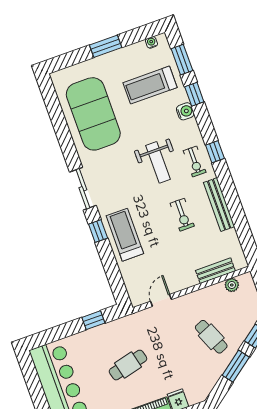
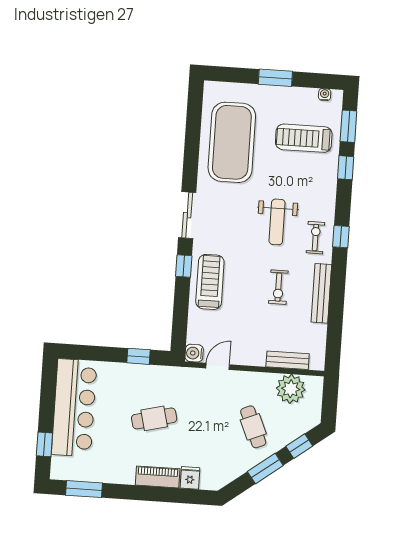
water cooler: (185, 111) -> (194, 353), moved, turned 180
exercise bike: (195, 161) -> (315, 238), turned 180
plant: (232, 285) -> (291, 389), width x1.88, depth x1.88

